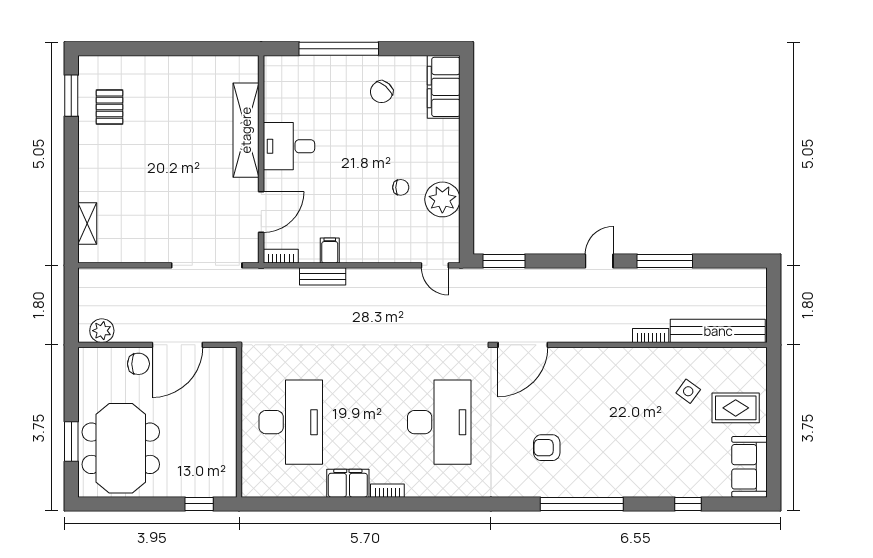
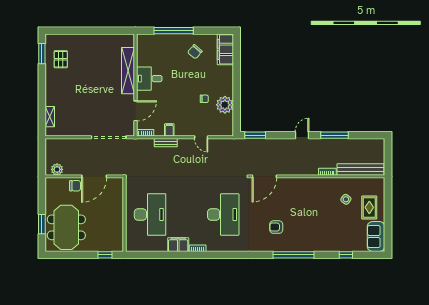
door: (435, 265) -> (201, 137), moved
rug: (736, 408) -> (369, 207), turned 90

